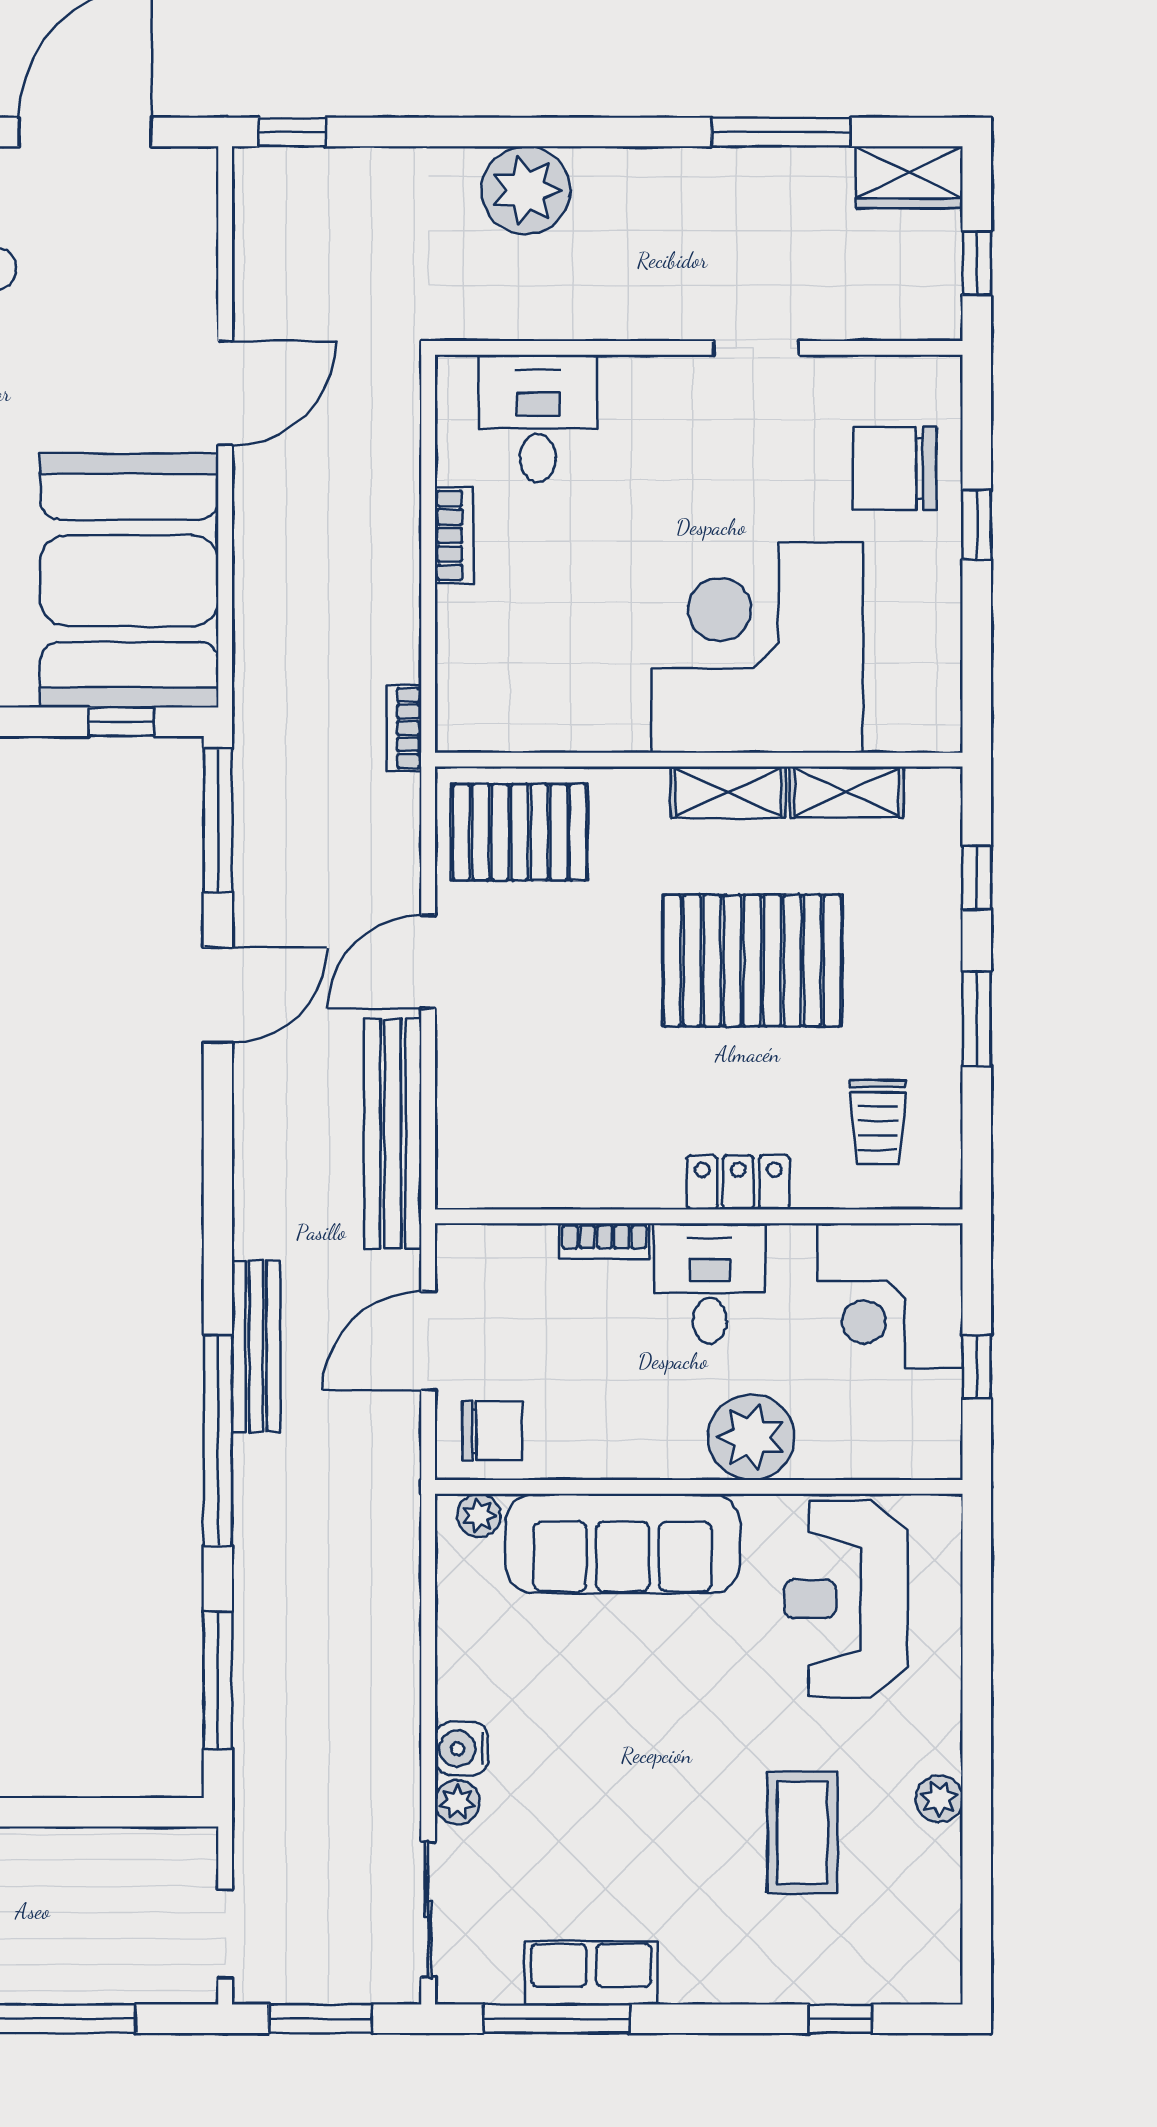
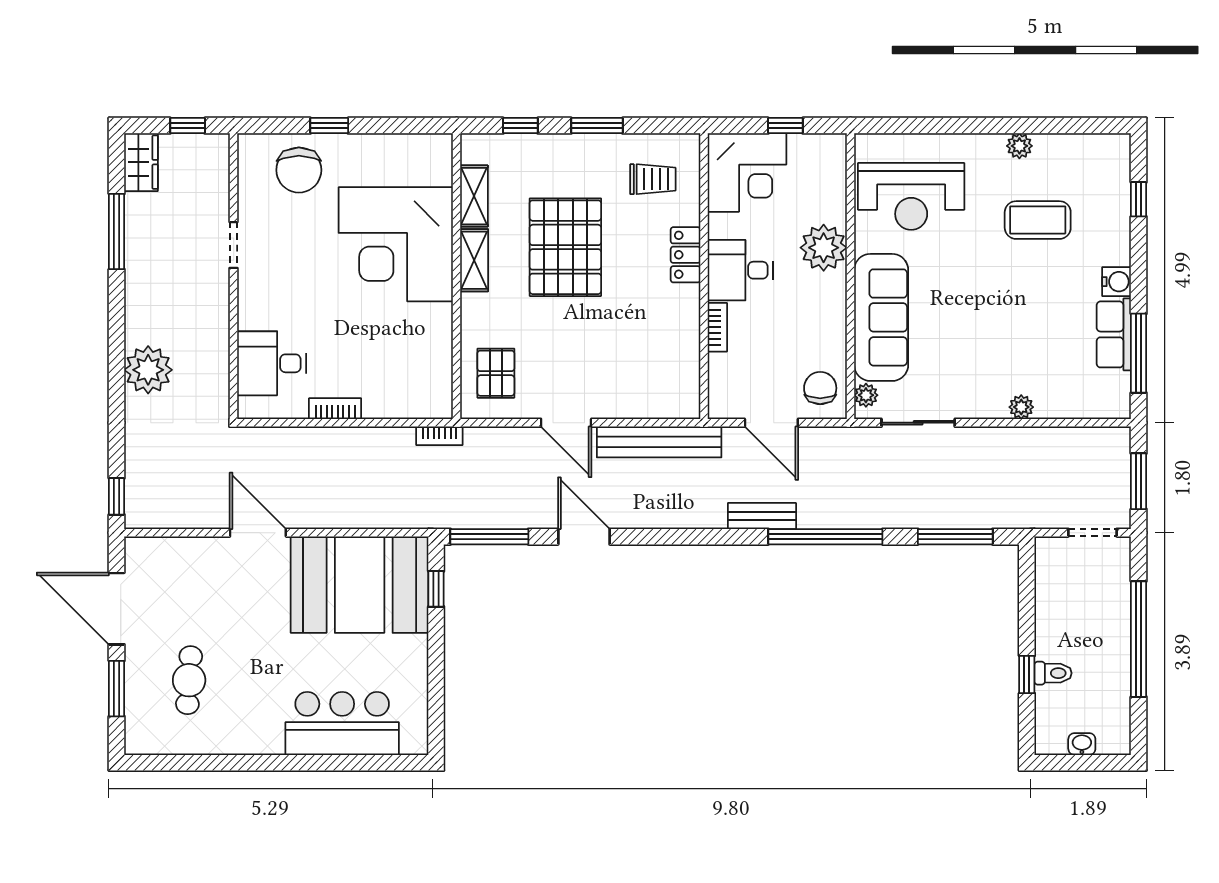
pallet: (520, 832) -> (496, 373), width x0.67, depth x0.71
bench: (256, 1346) -> (762, 516), width x0.73
water cooler: (462, 1749) -> (1117, 282), moved, turned -90
sliding door: (428, 1909) -> (918, 423), moved

